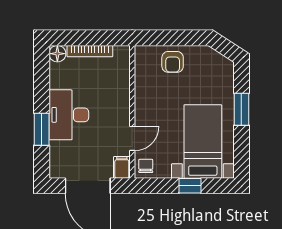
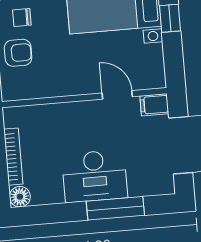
window: (42, 129) -> (115, 208), width x1.44
chair: (146, 166) -> (22, 18), moved

